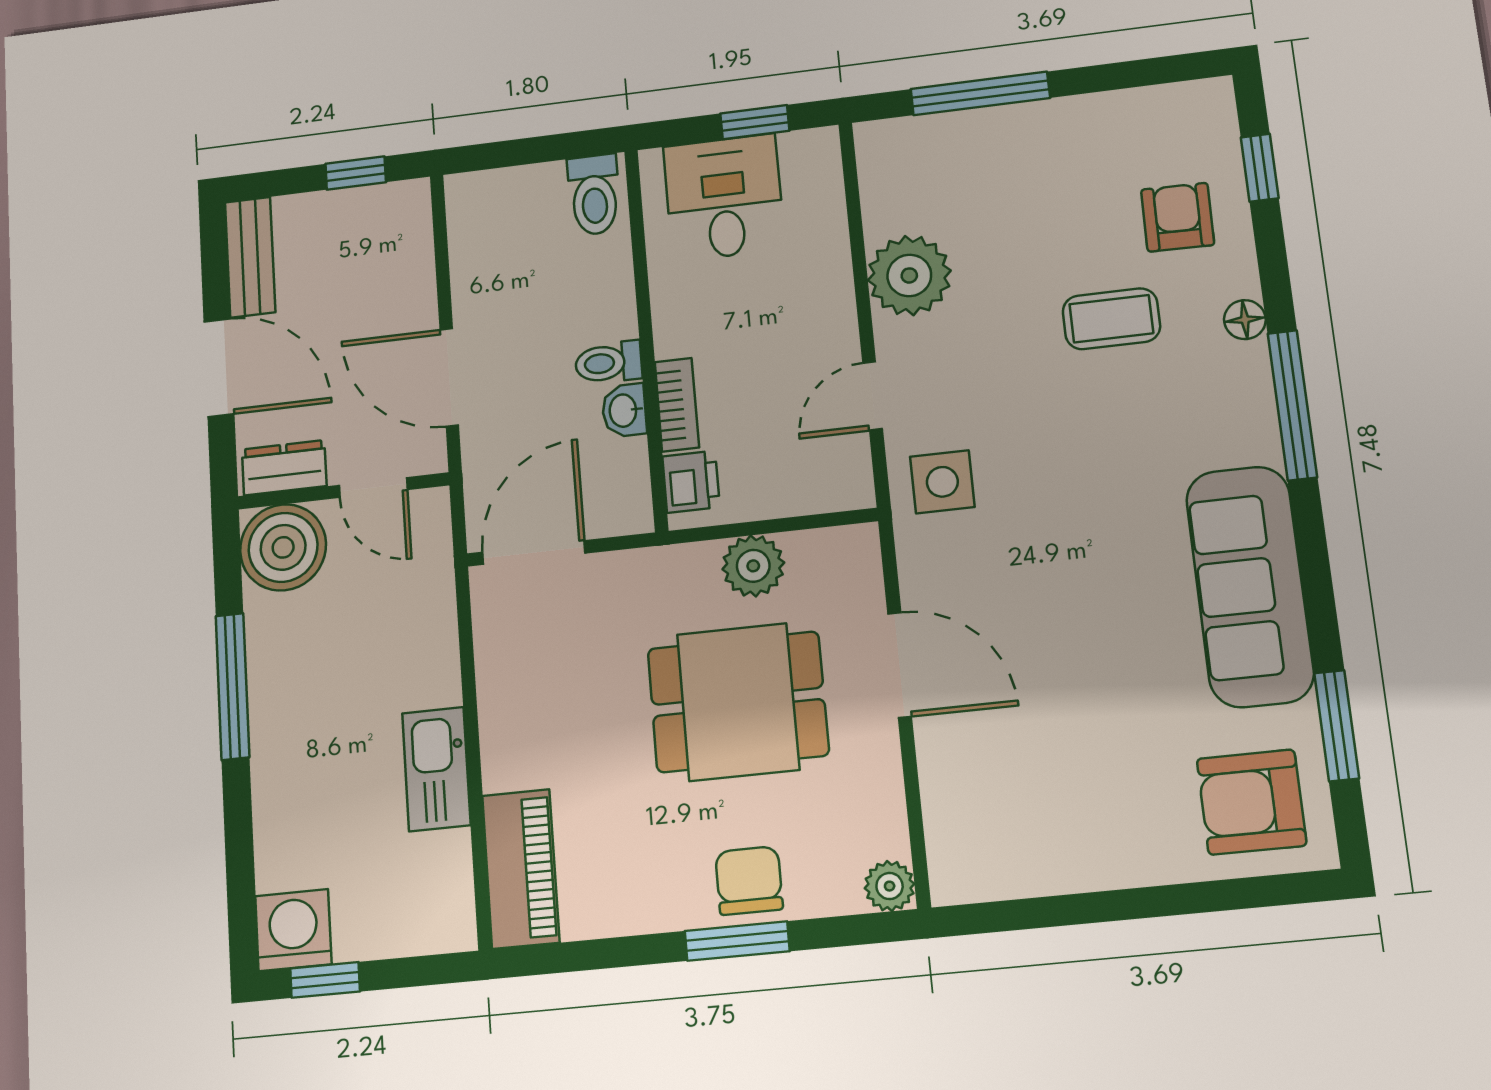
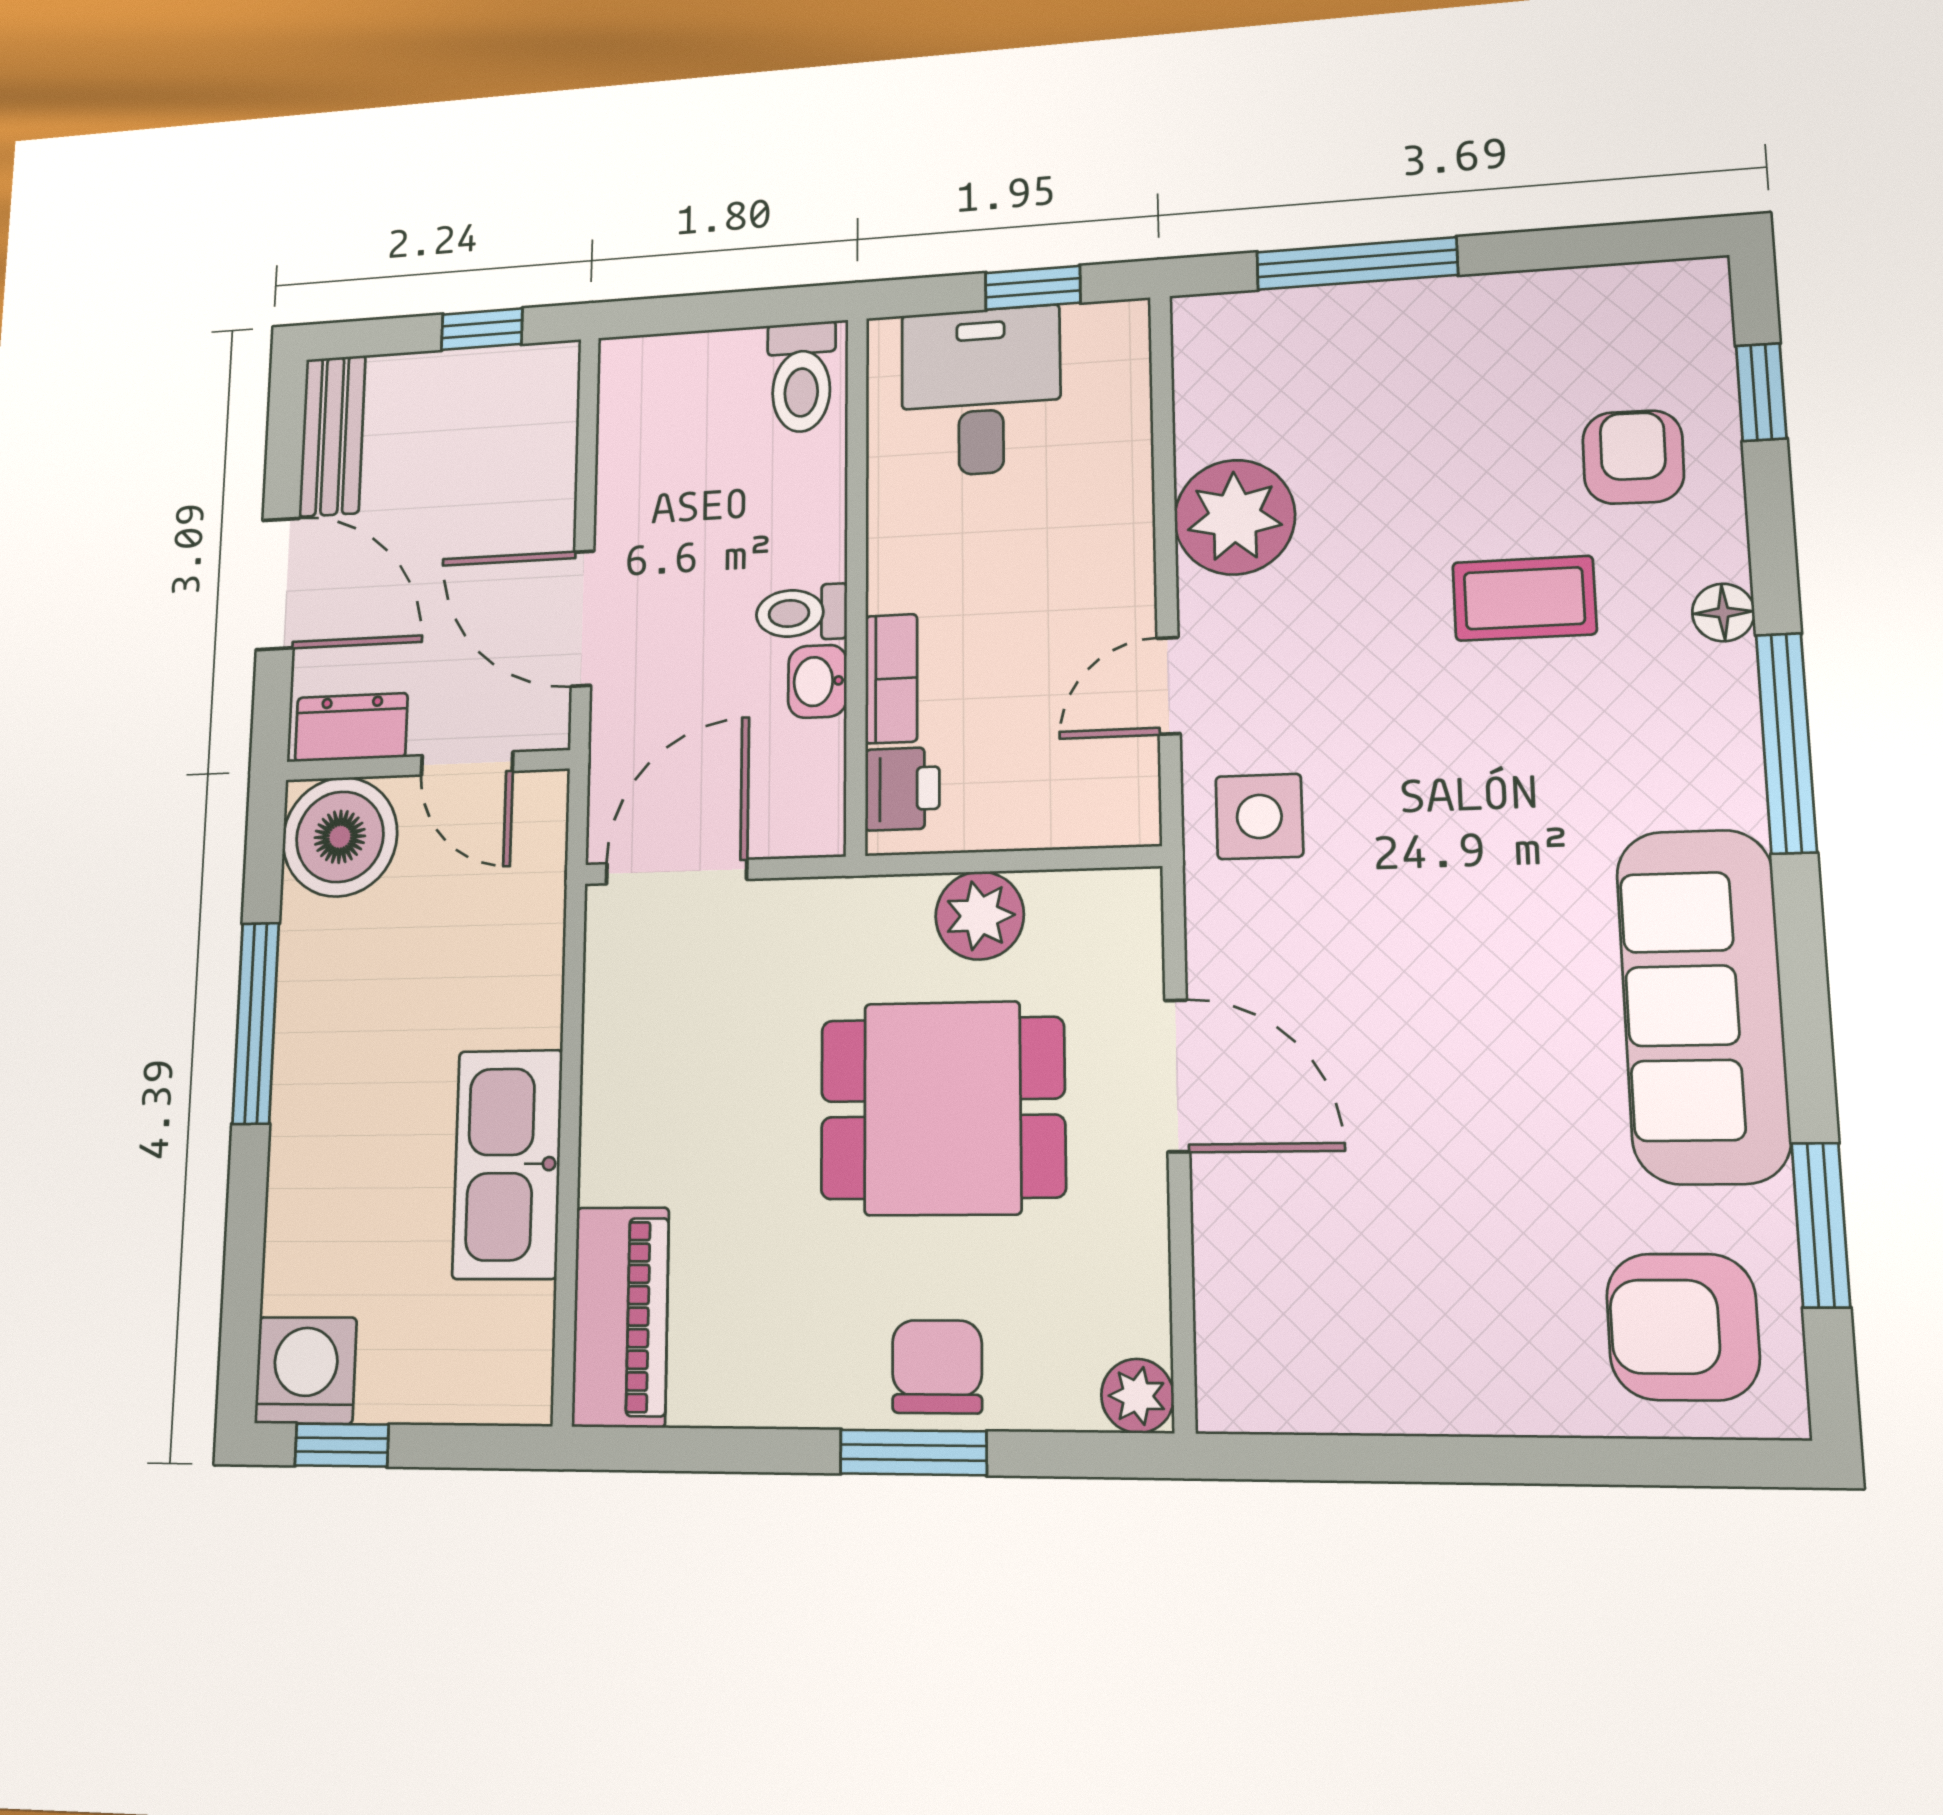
kitchen sink: (436, 769) -> (507, 1164), width x1.36, depth x1.24

